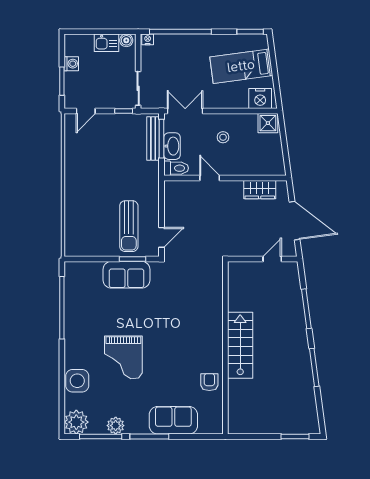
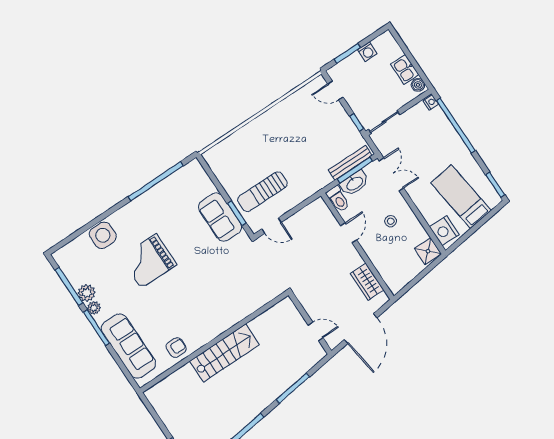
sofa: (173, 420) -> (128, 346), width x1.36
plant: (76, 422) -> (94, 308), moved, width x0.53, depth x0.53

